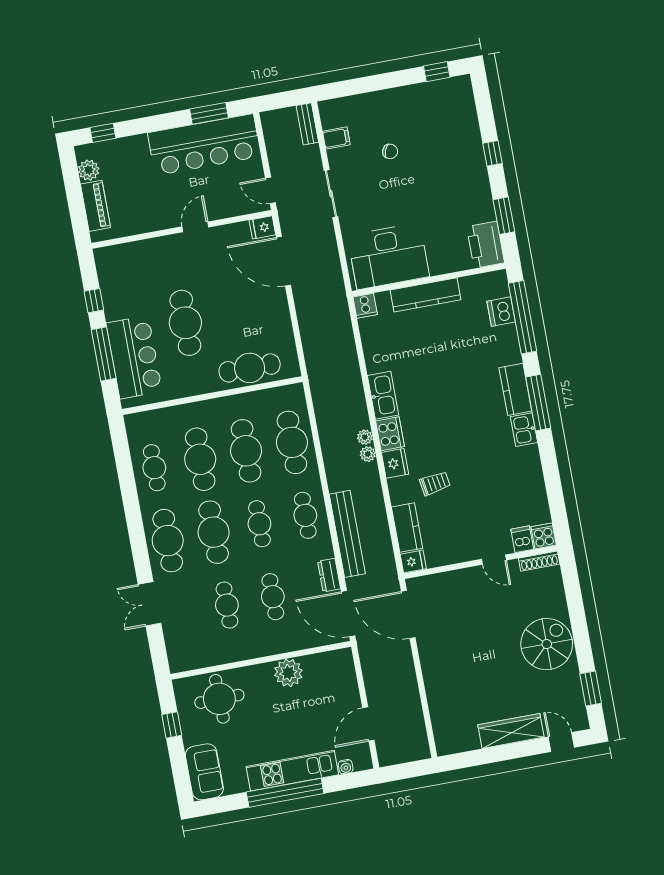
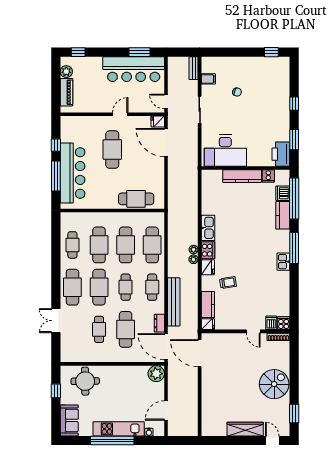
cooker: (365, 306) -> (268, 176), moved
cafe table: (185, 323) -> (112, 150), moved
bar counter: (134, 357) -> (73, 173), width x1.36
kitchen counter: (515, 389) -> (283, 215), moved
cafe table: (273, 597) -> (126, 329), width x1.37, depth x1.35
plant: (288, 673) -> (156, 374), moved

